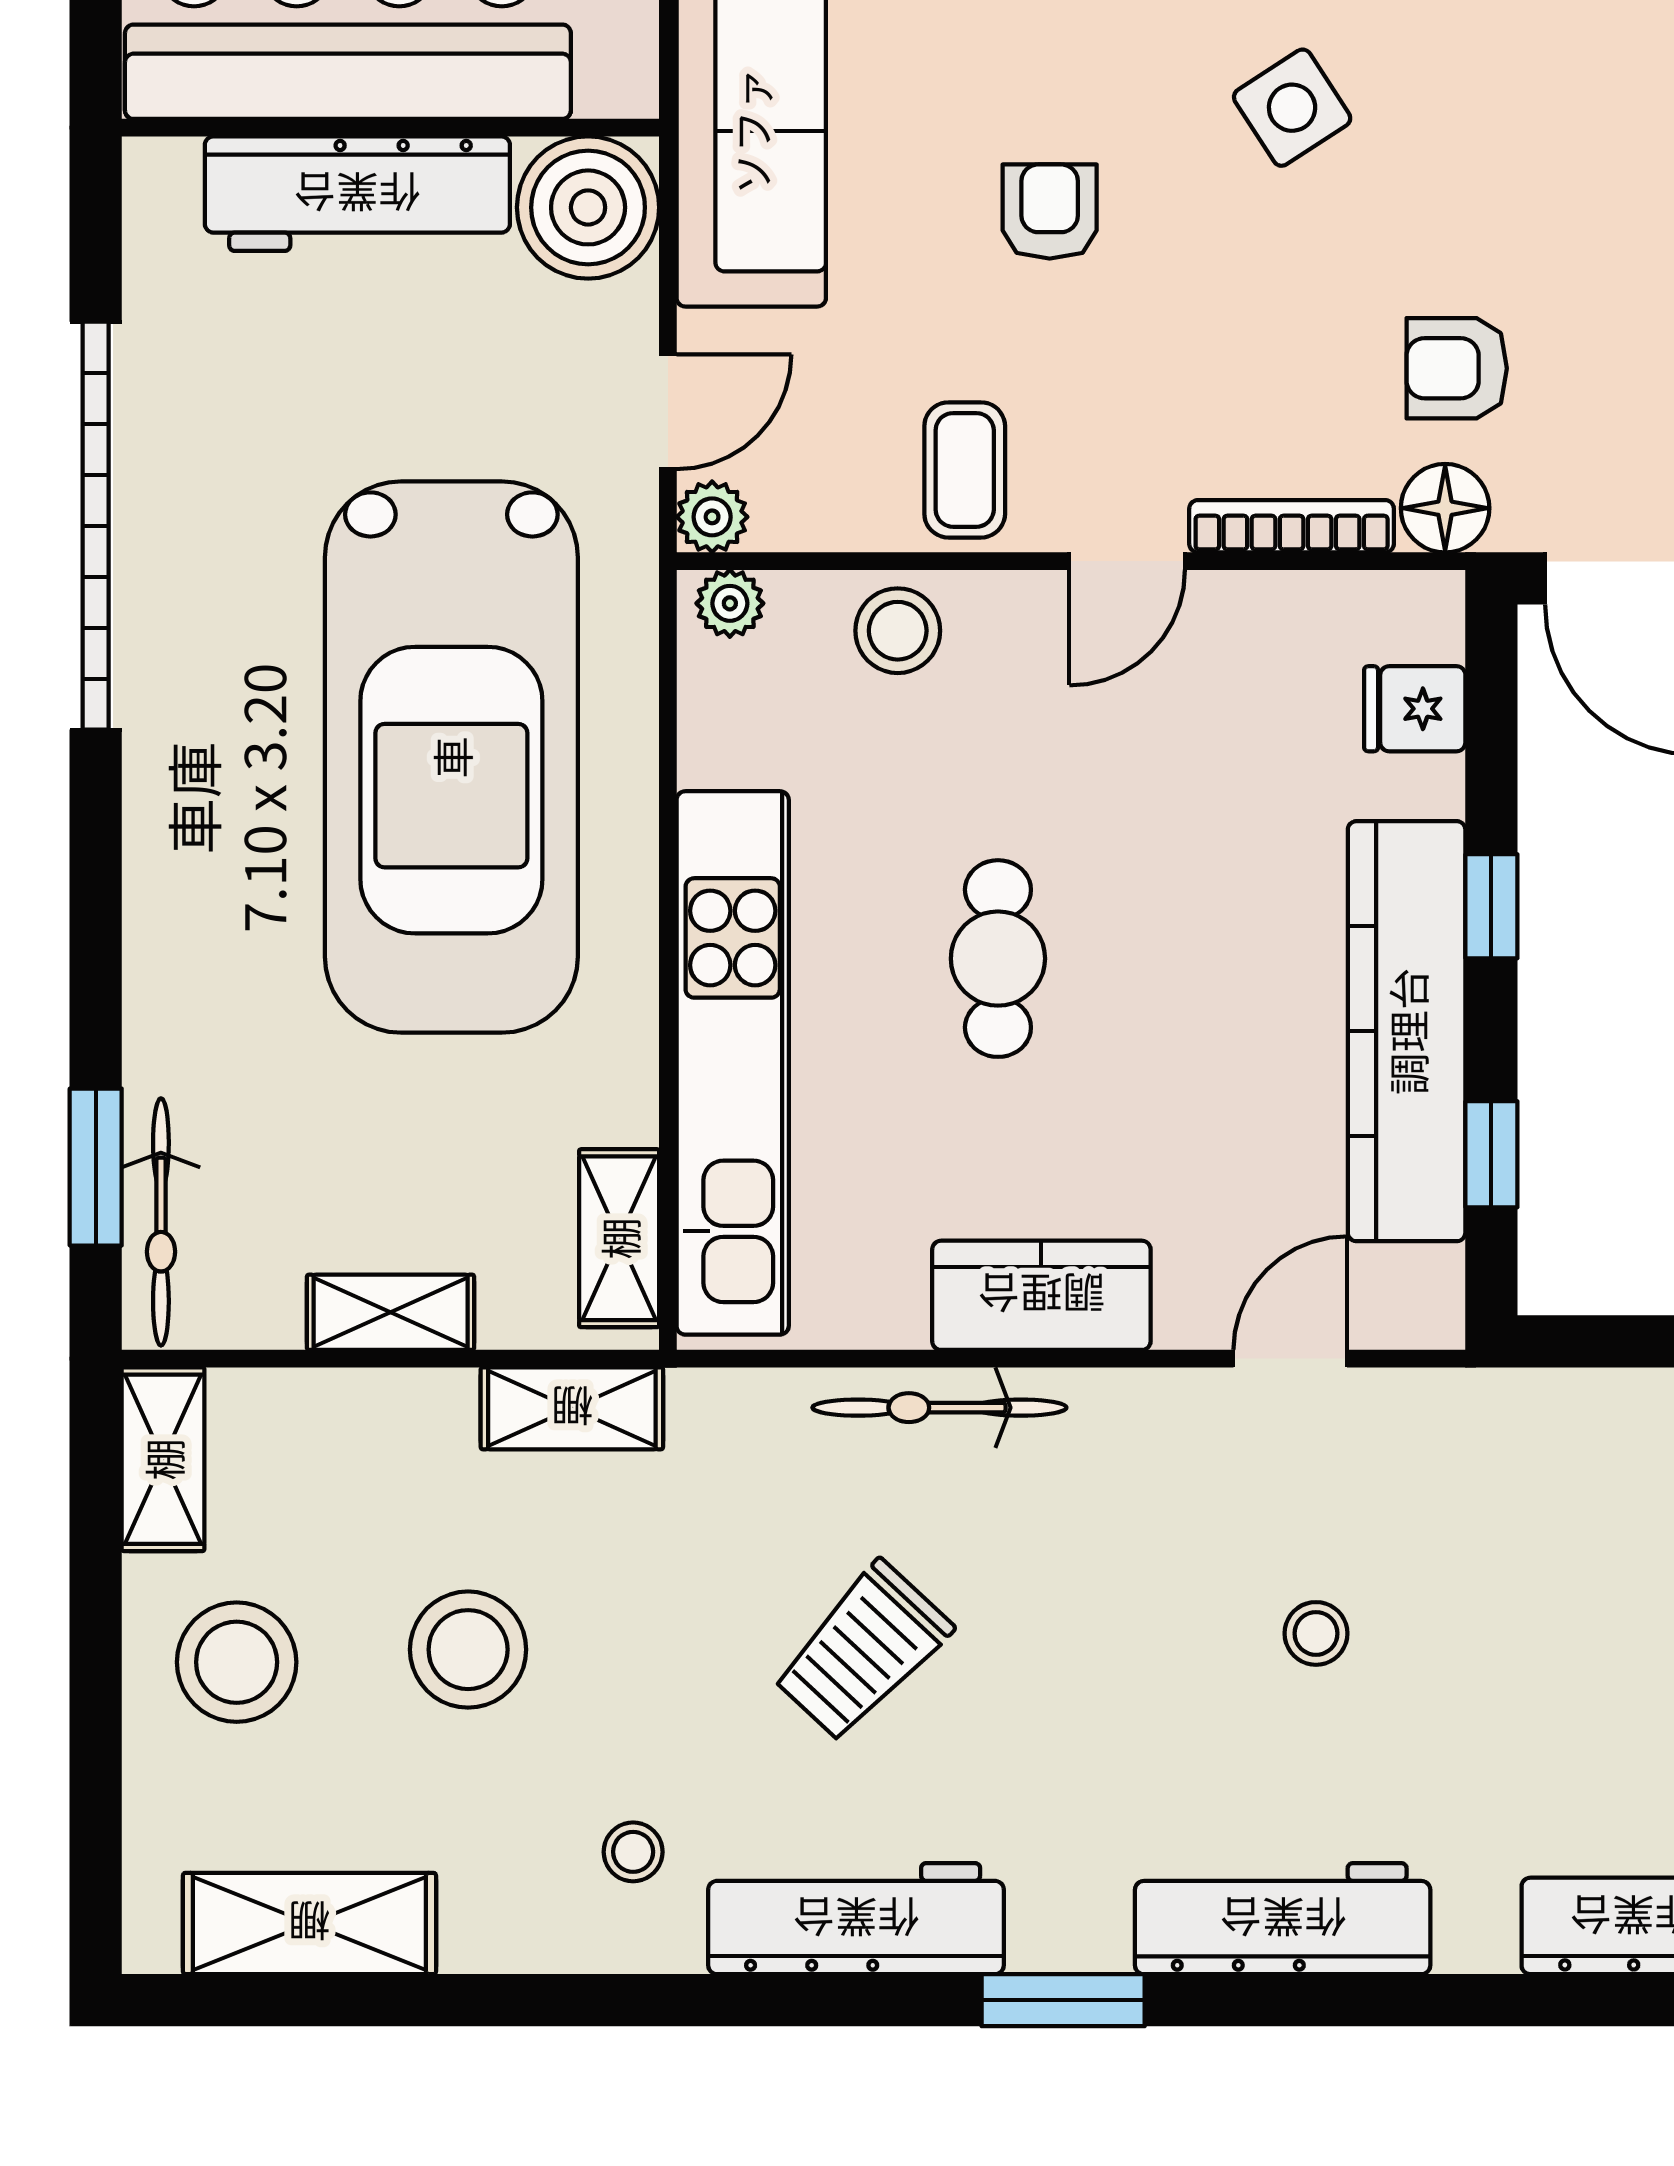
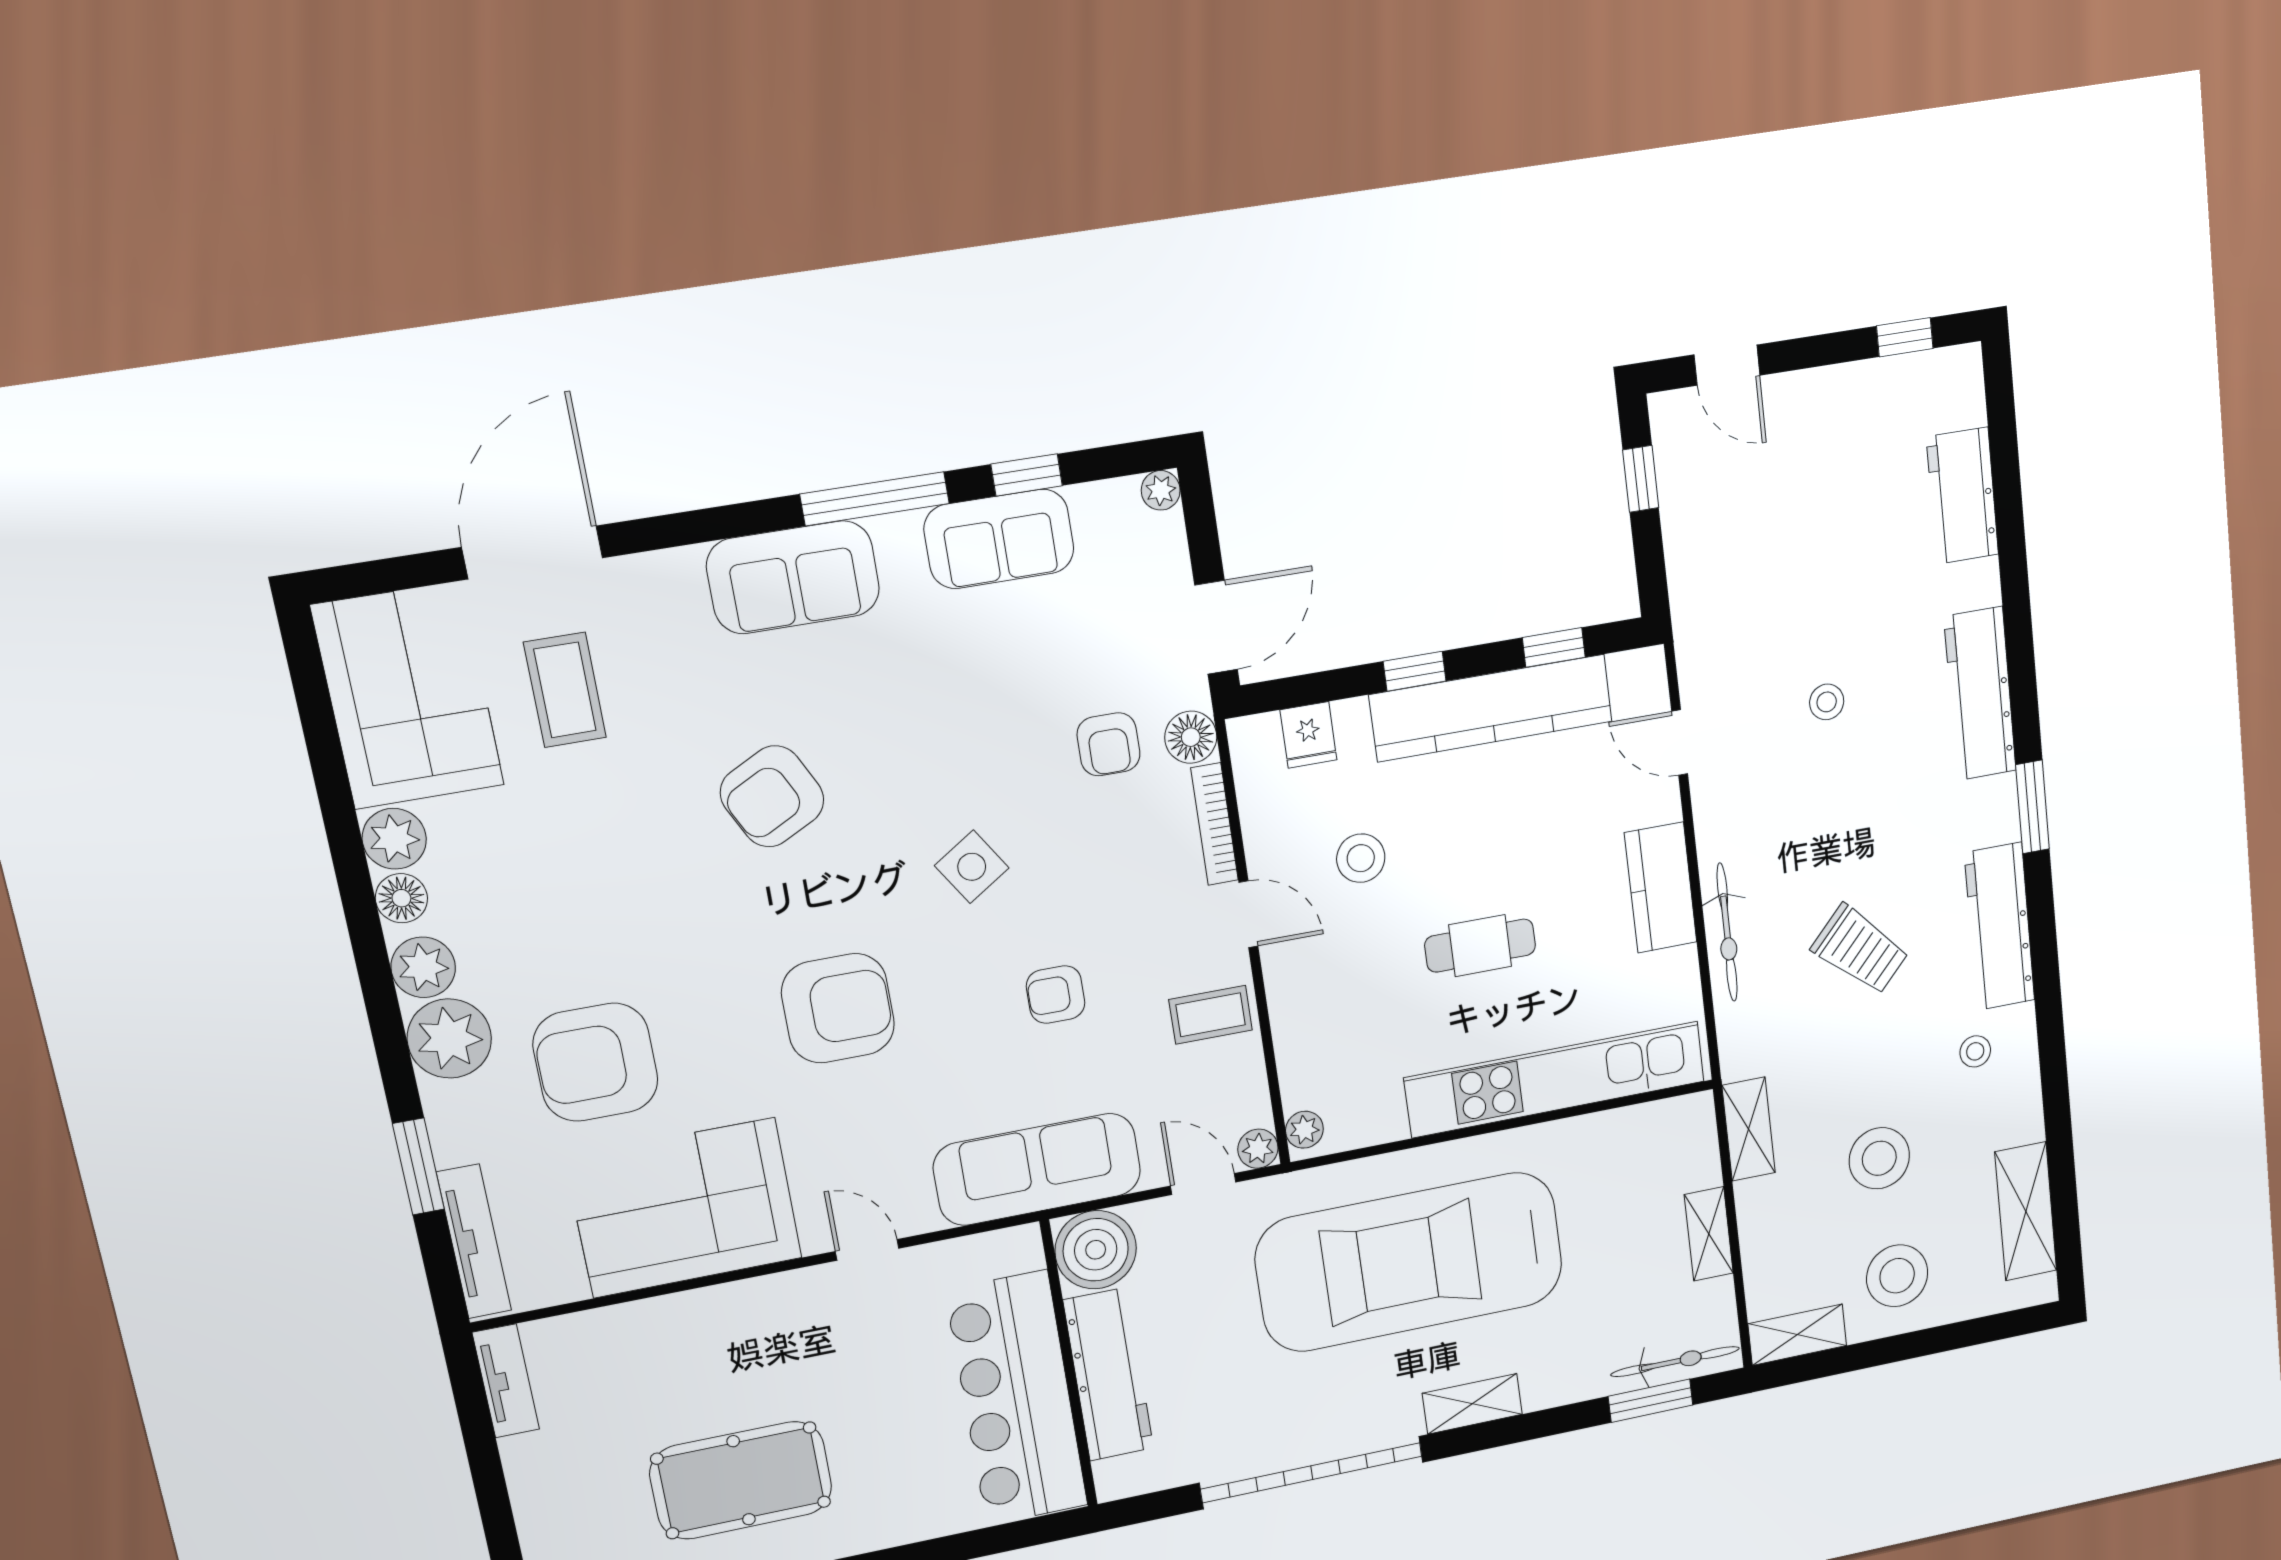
stool: (898, 631) -> (1361, 858), moved
car: (451, 757) -> (1410, 1262), turned 180
shelving: (619, 1238) -> (1472, 1404), moved

